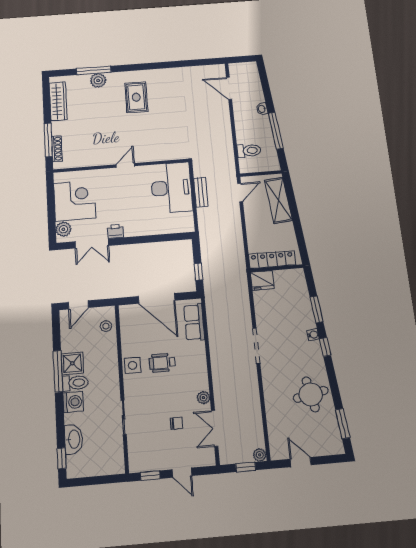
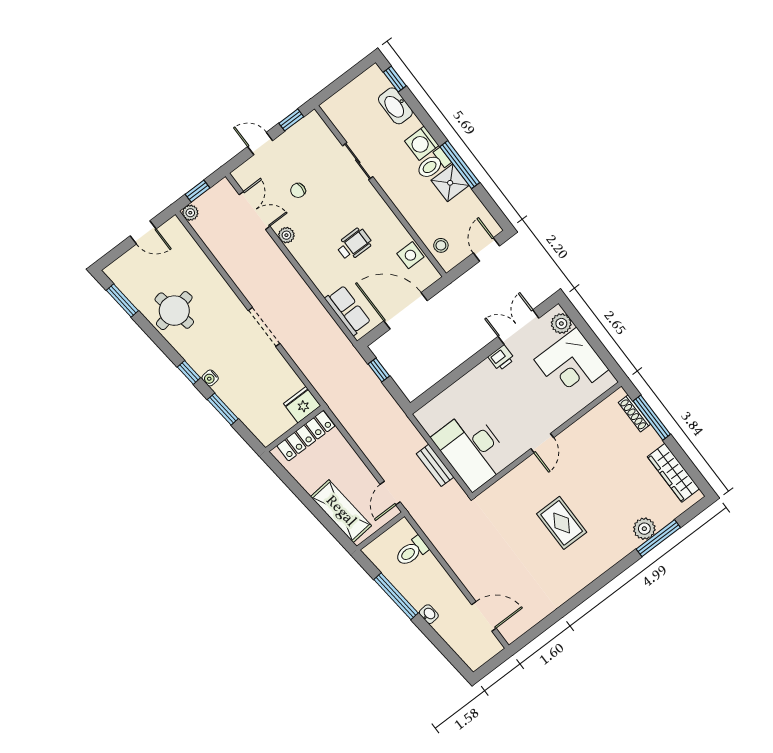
rug: (136, 97) -> (562, 523), moved
side table: (133, 365) -> (410, 255), moved

